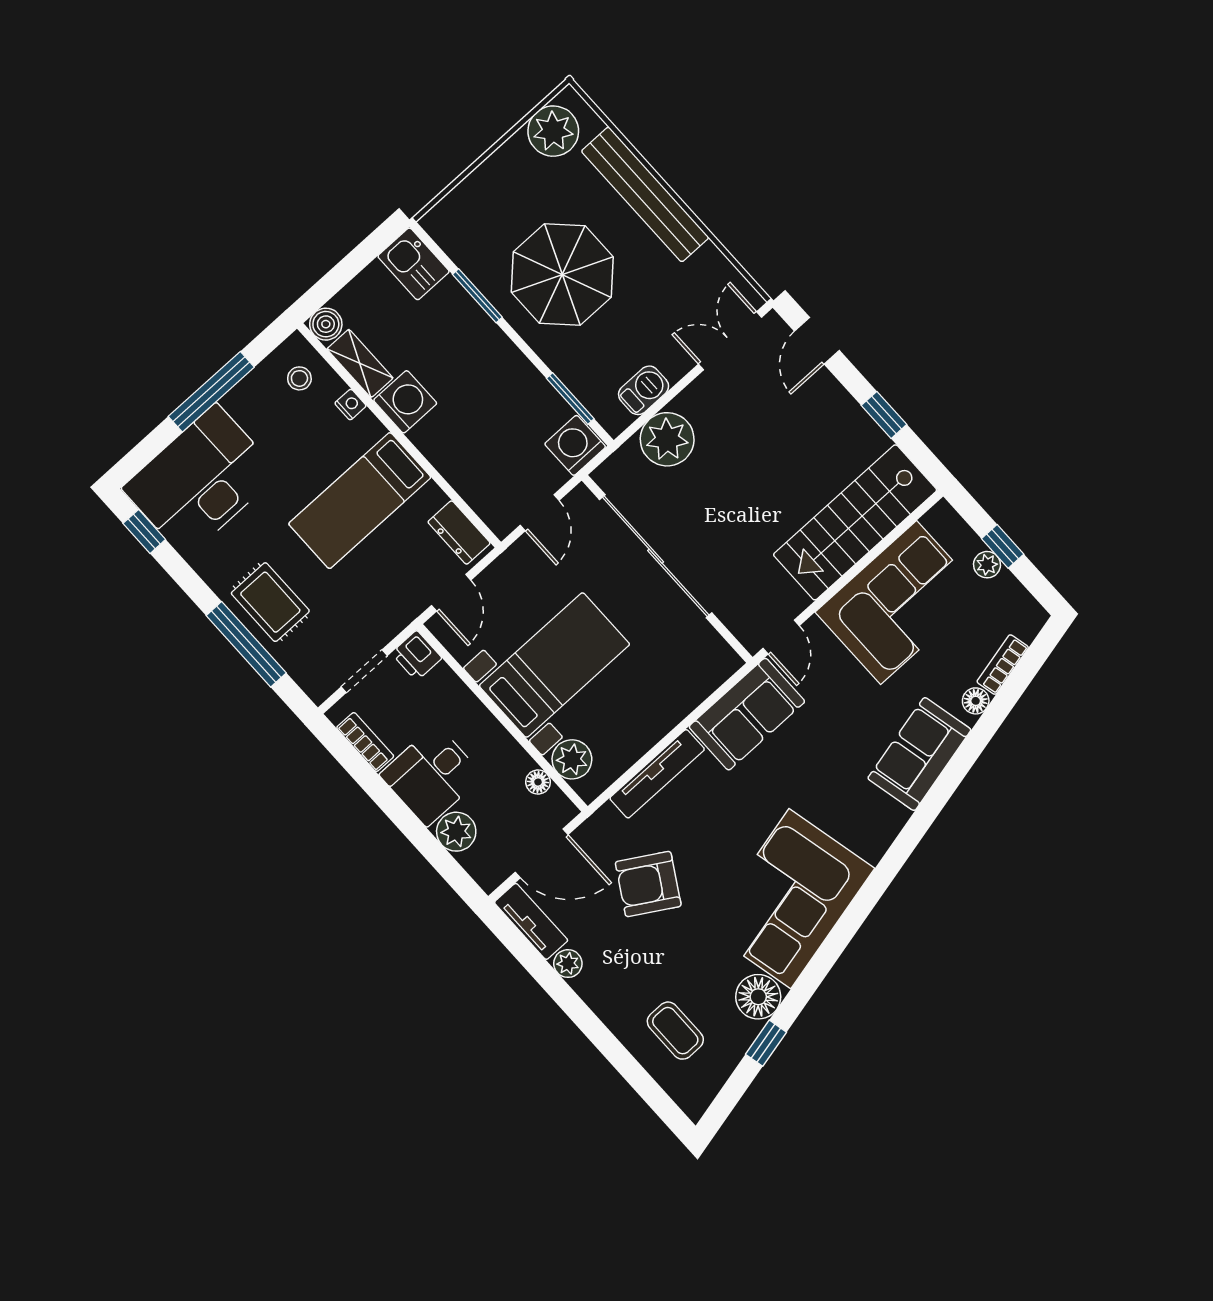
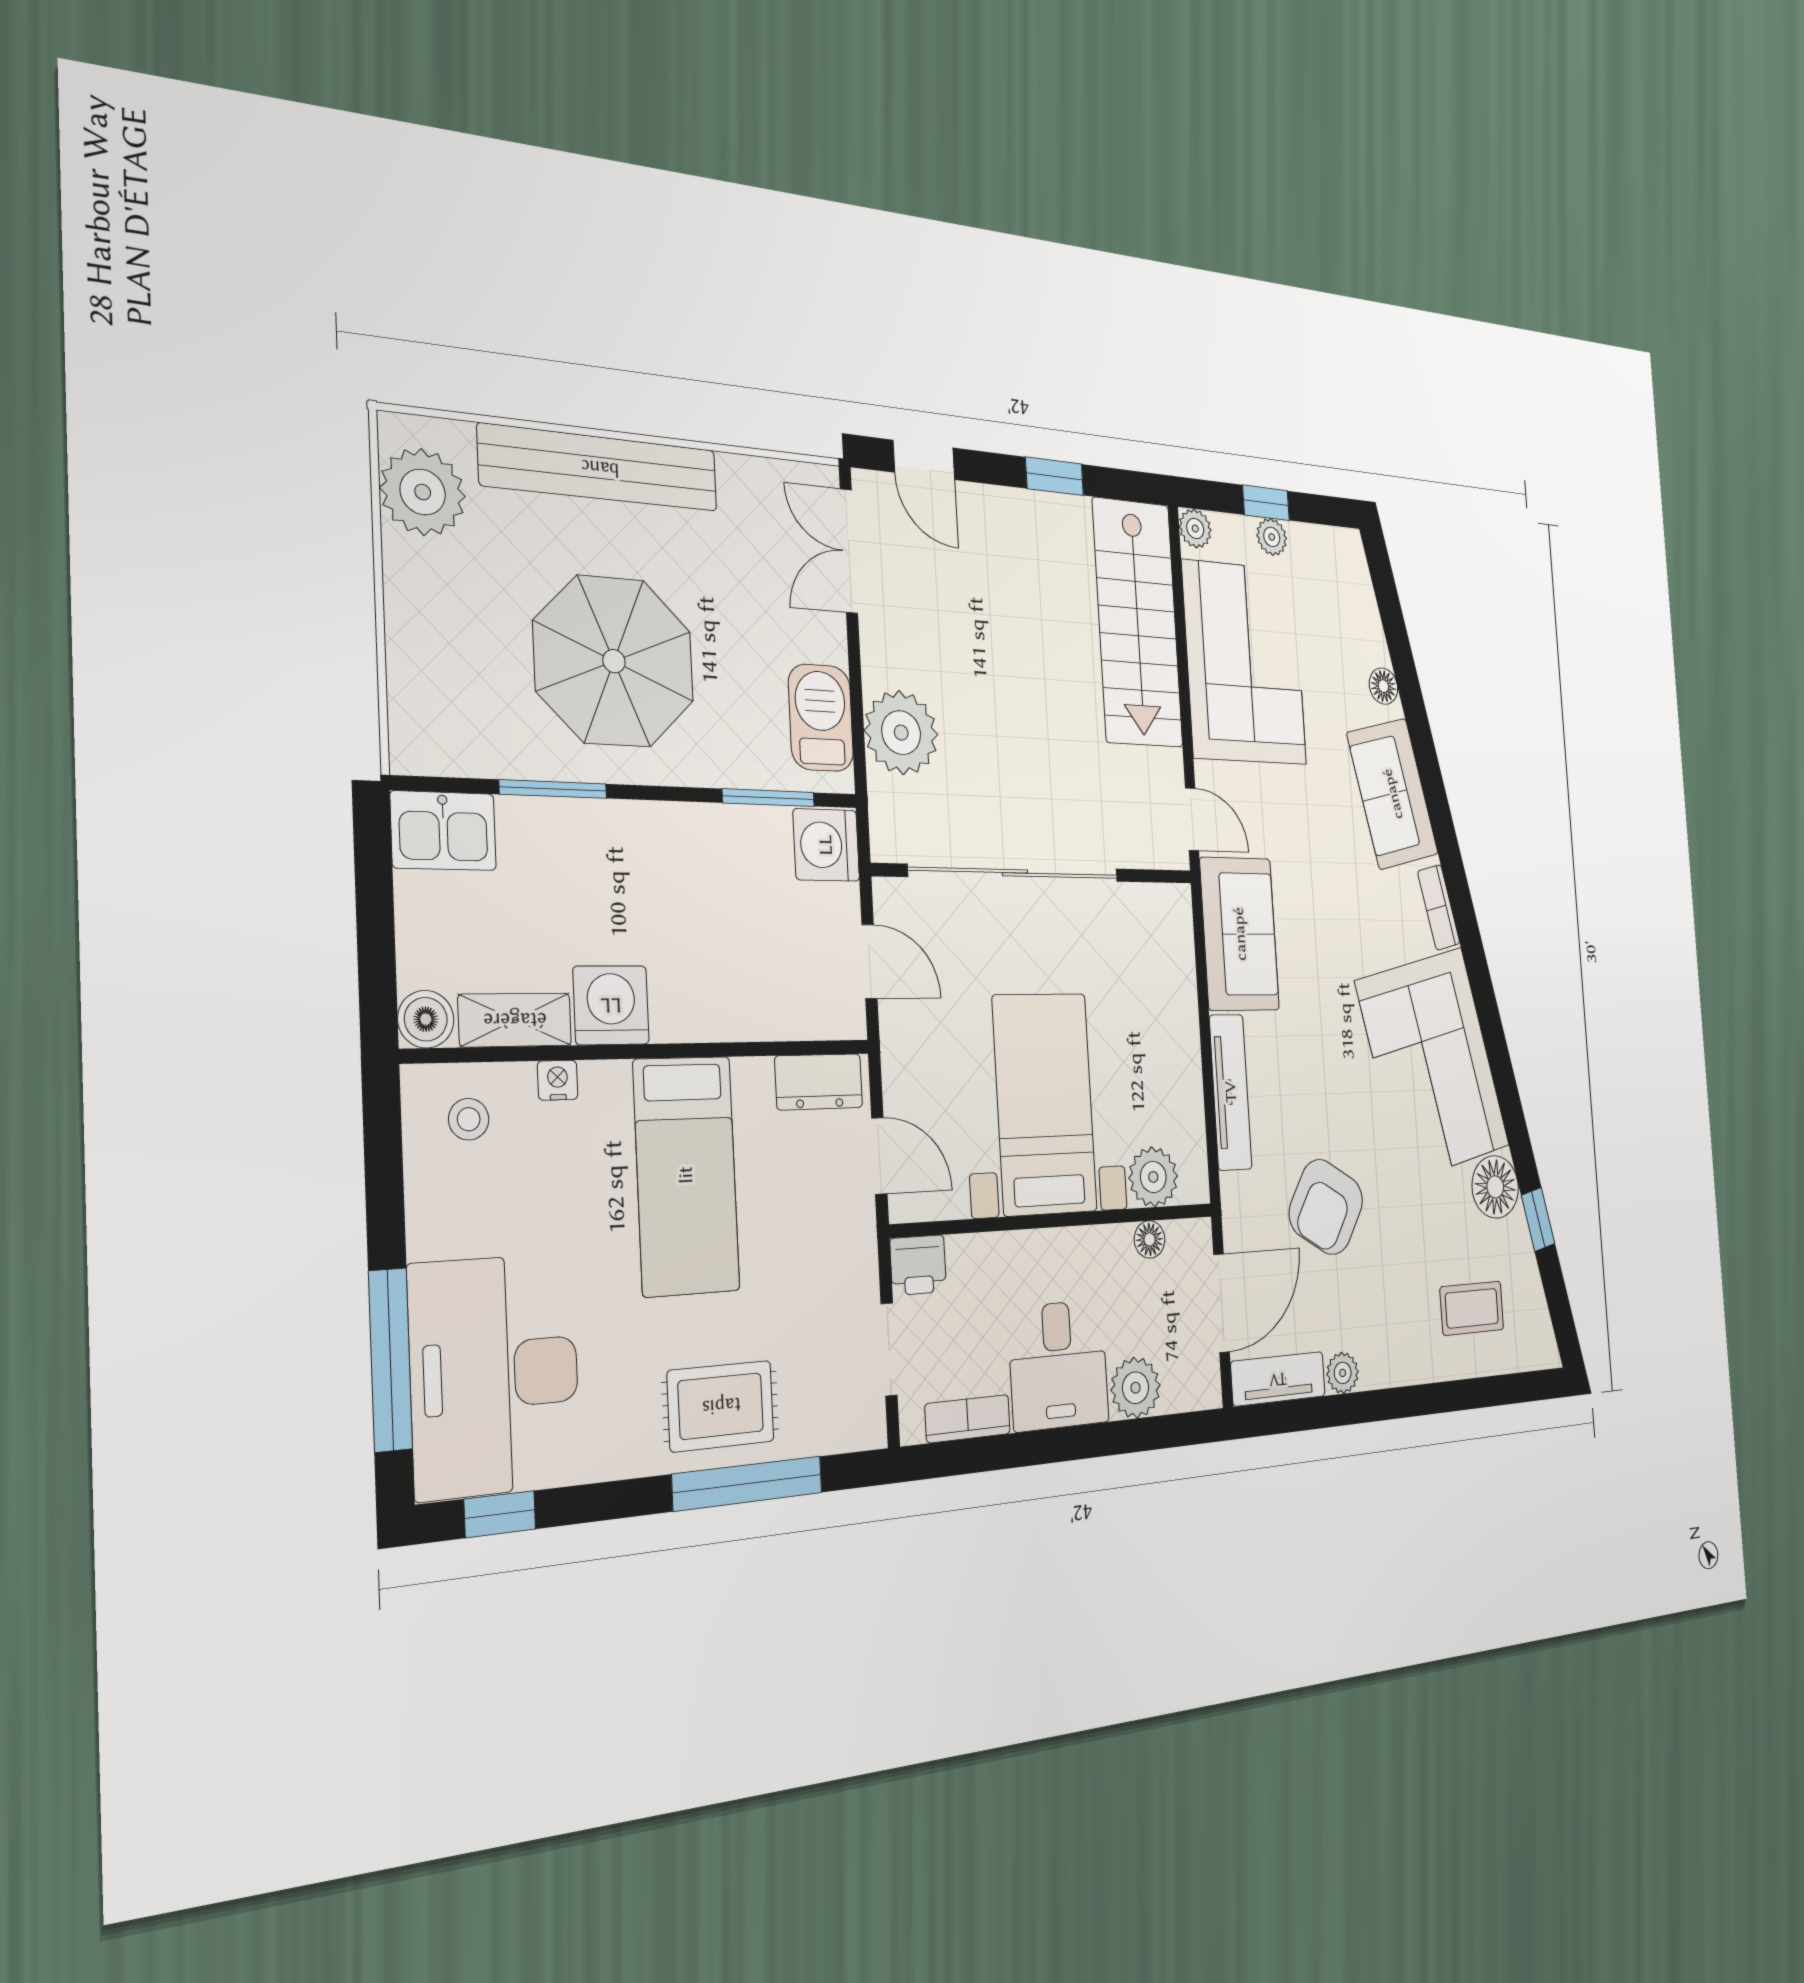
barbecue: (644, 390) -> (821, 718), width x1.38, depth x1.27
window: (211, 392) -> (390, 1360), moved
plant: (942, 516) -> (1195, 528), added
bookcase: (1003, 665) -> (1439, 907), moved

